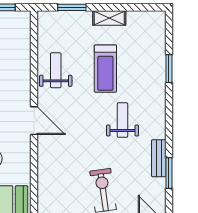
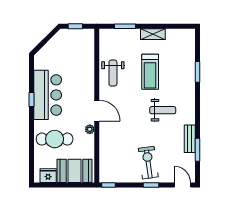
weight bench: (56, 70) -> (113, 73), turned 180
weight bench: (122, 120) -> (163, 110), turned 90
plant: (25, 146) -> (90, 129), added

